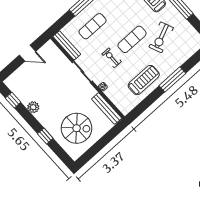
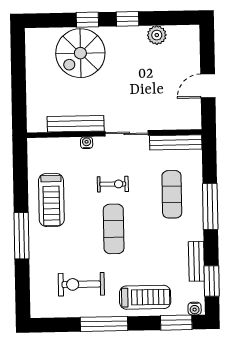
exercise bike: (161, 37) -> (81, 284), moved, turned -67
window: (13, 100) -> (127, 19), moved
plant: (33, 107) -> (157, 35), moved
bench: (107, 109) -> (76, 124), moved
spiral stairs: (77, 128) -> (80, 53), moved

